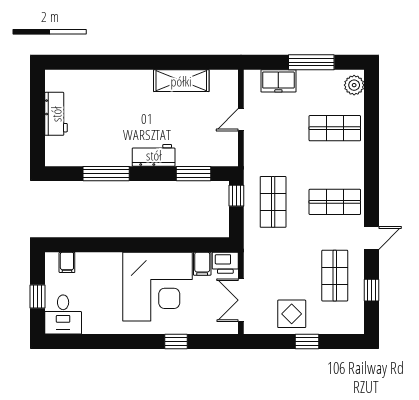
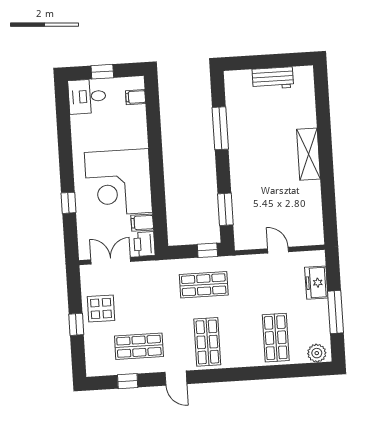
shelving: (181, 81) -> (308, 154), moved
workbench: (154, 155) -> (240, 171), removed

